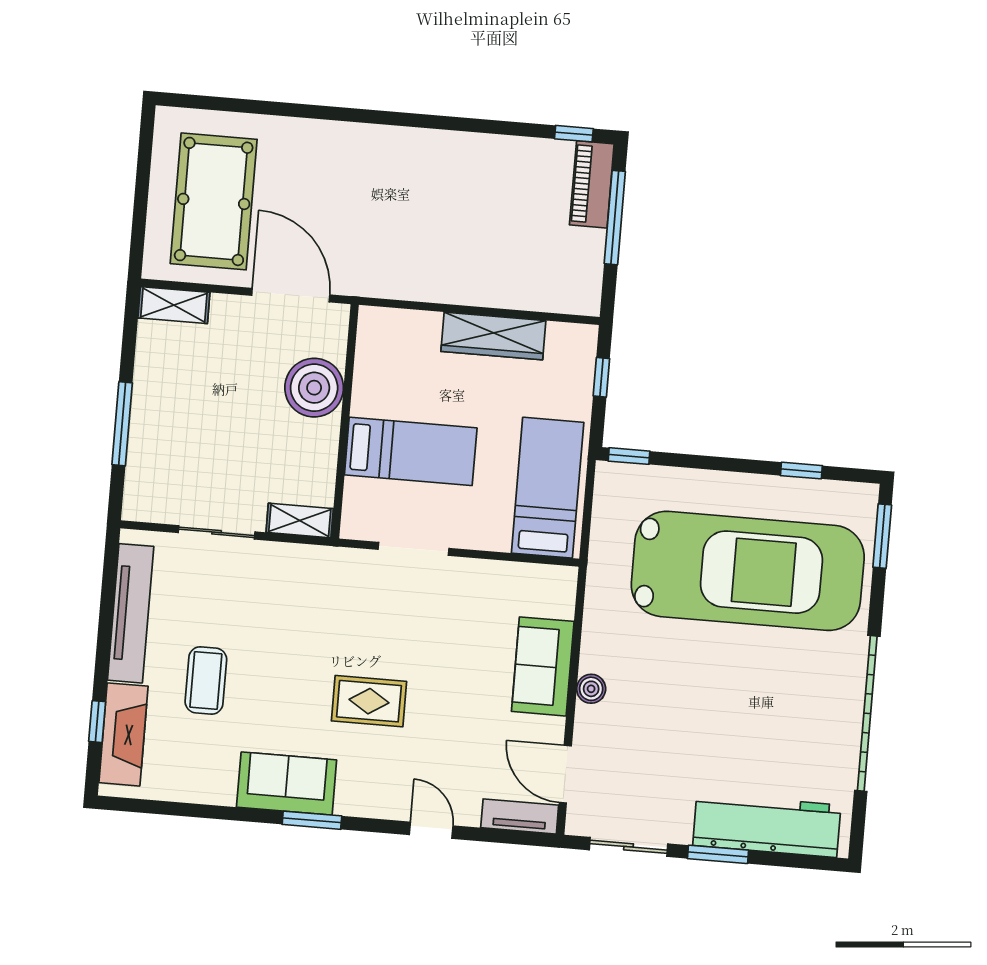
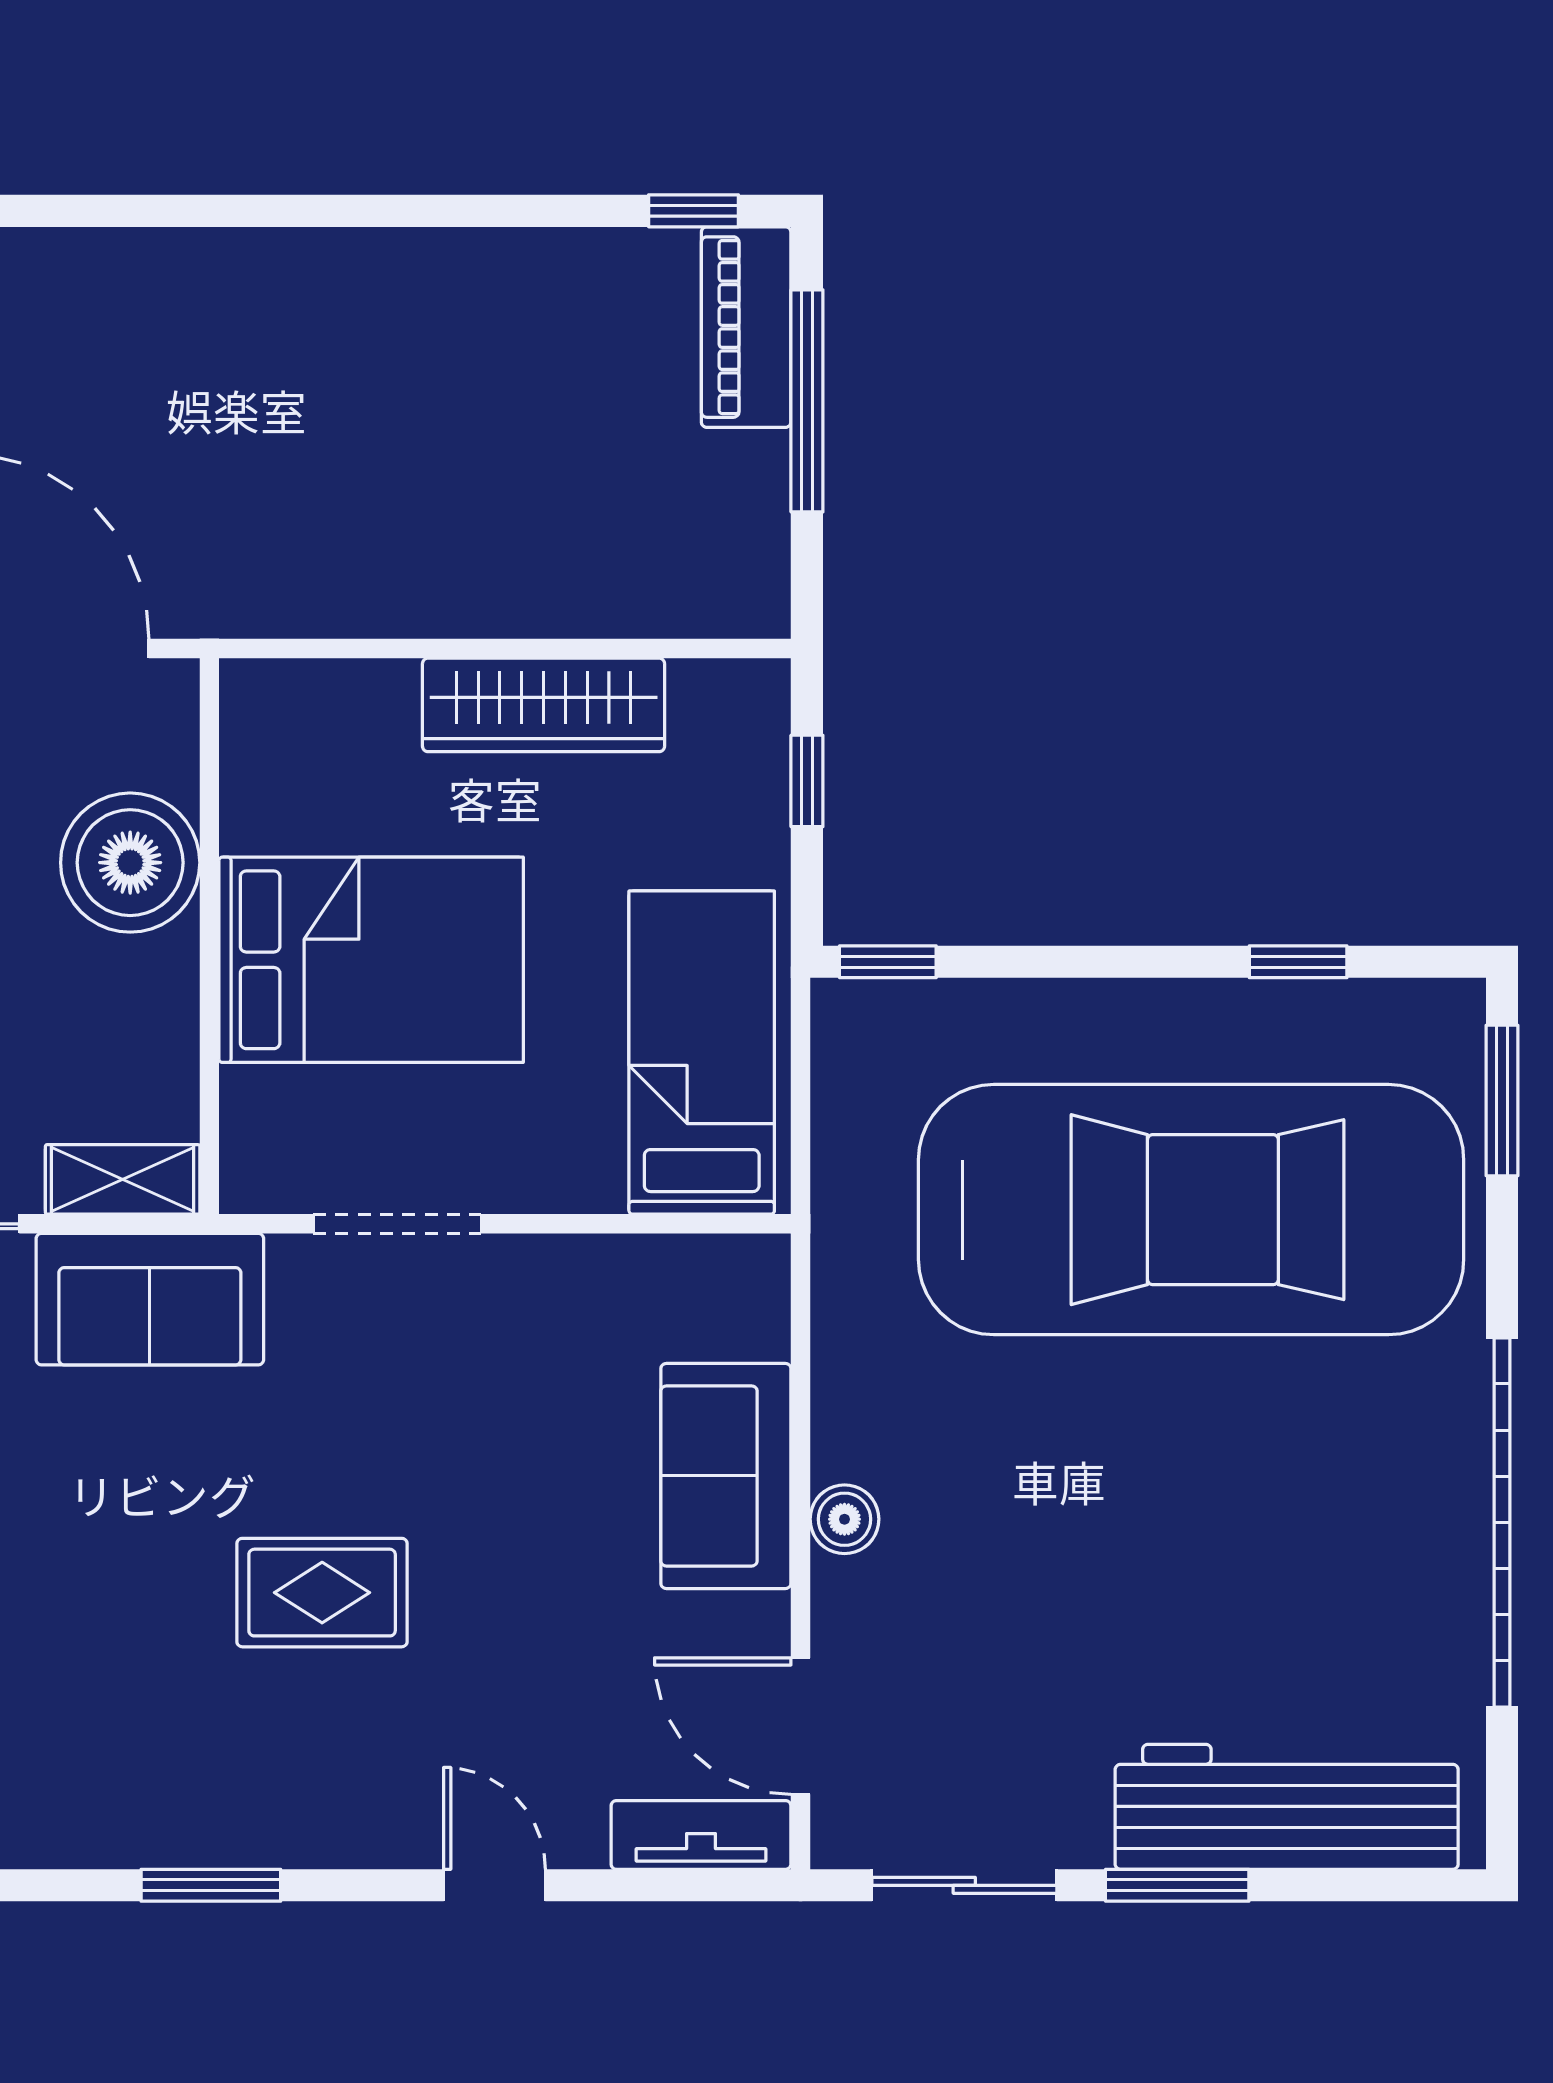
bed: (411, 451) -> (371, 960), width x1.50
sofa: (287, 784) -> (150, 1299), moved, turned 180

